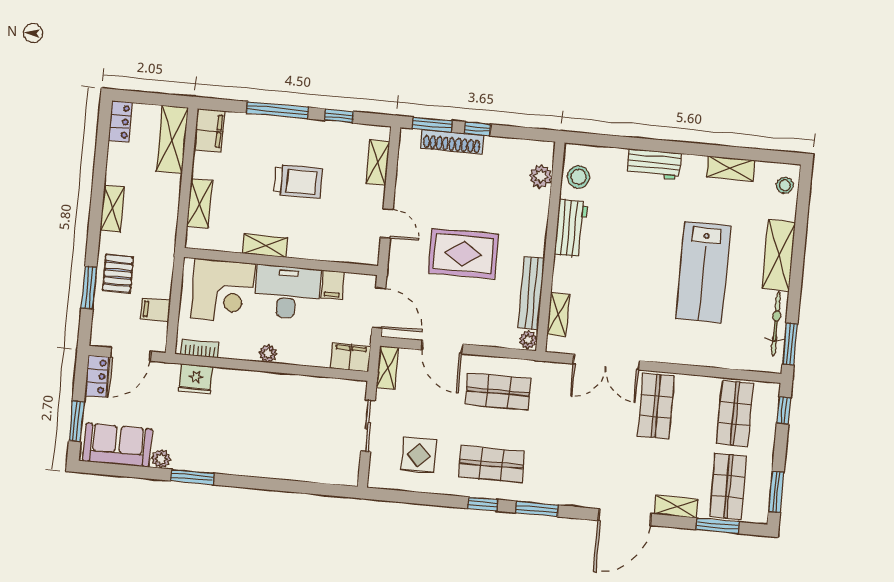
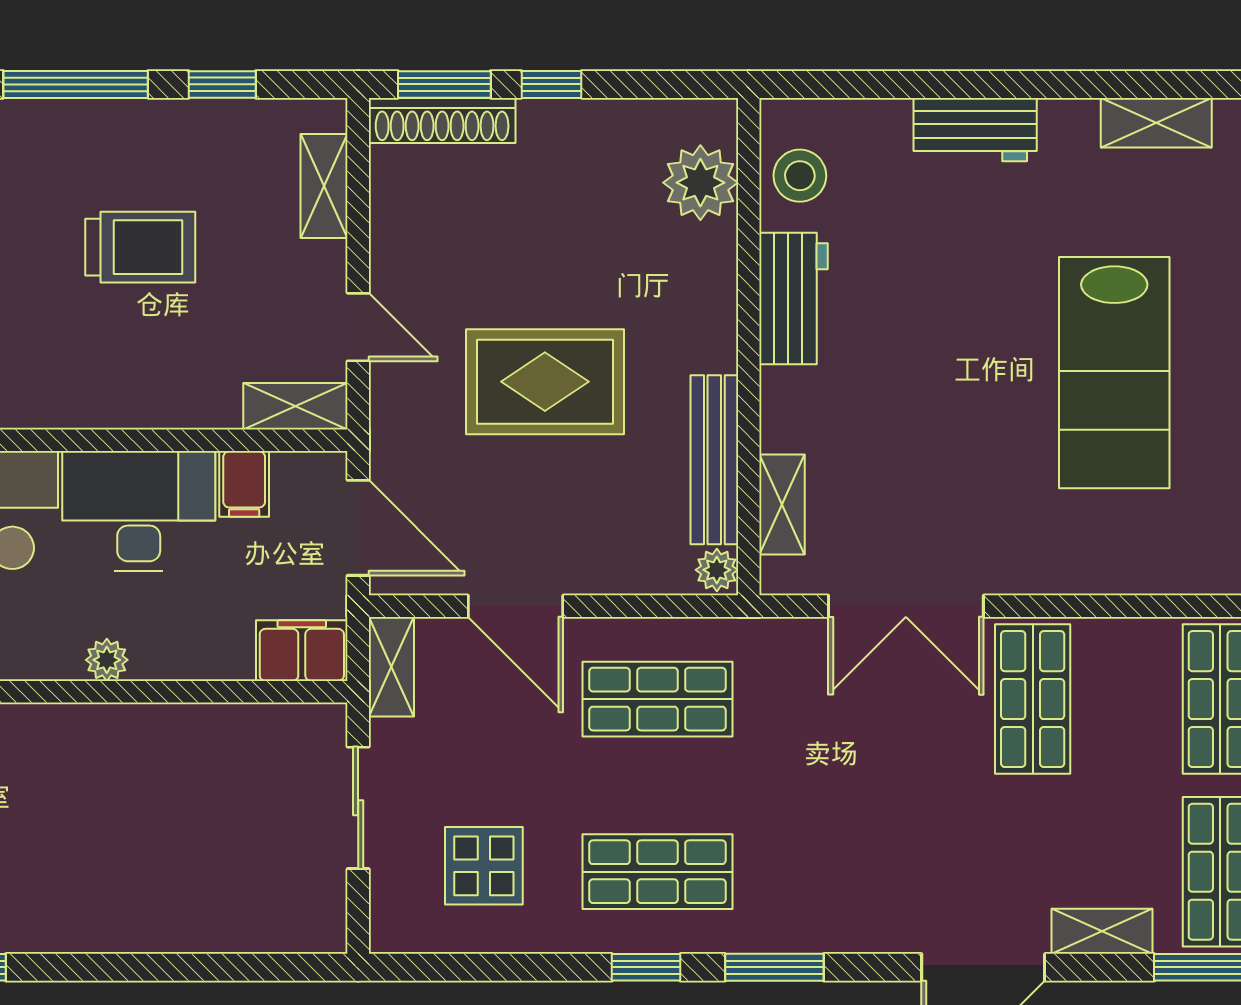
shoe rack: (452, 142) -> (442, 120), moved
plant: (541, 176) -> (700, 183), width x1.36, depth x1.36
shelving: (265, 246) -> (295, 406), moved

